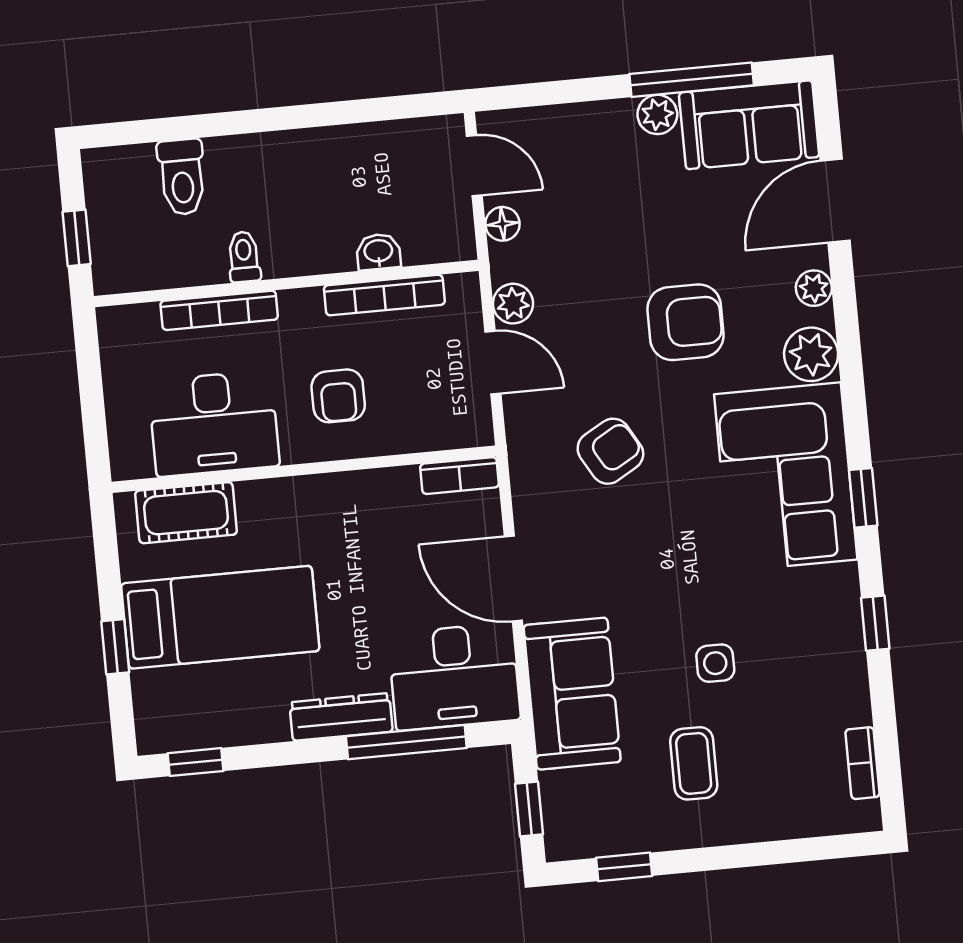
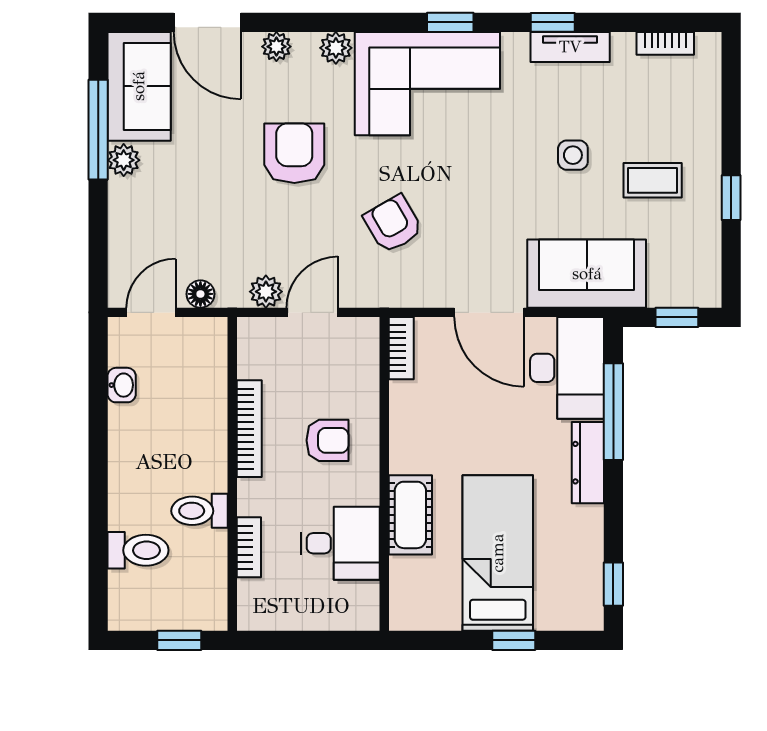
washbasin: (378, 252) -> (122, 385), moved, turned 180
toilet: (244, 257) -> (200, 511), width x1.37, depth x1.39
bookcase: (384, 295) -> (249, 429), moved
bookcase: (219, 310) -> (249, 547), width x0.64
plant: (811, 354) -> (336, 48), width x0.73, depth x0.73
desk: (214, 423) -> (340, 543), width x0.73
cot: (186, 513) -> (410, 515), moved
door: (513, 579) -> (489, 312), hinge flipped
tv unit: (847, 647) -> (570, 47), added
window: (624, 867) -> (731, 198), moved

